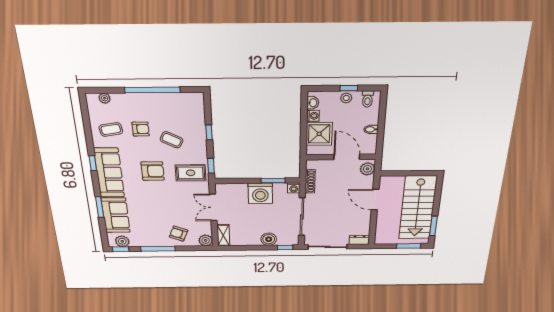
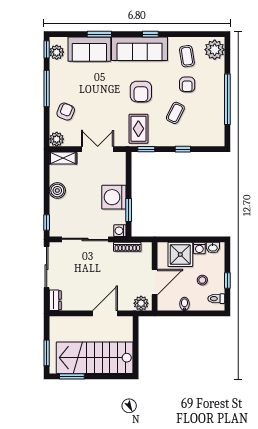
plant: (105, 98) -> (215, 50), width x1.88, depth x1.88
stool: (346, 98) -> (202, 280), moved
boiler: (269, 239) -> (57, 190), moved

